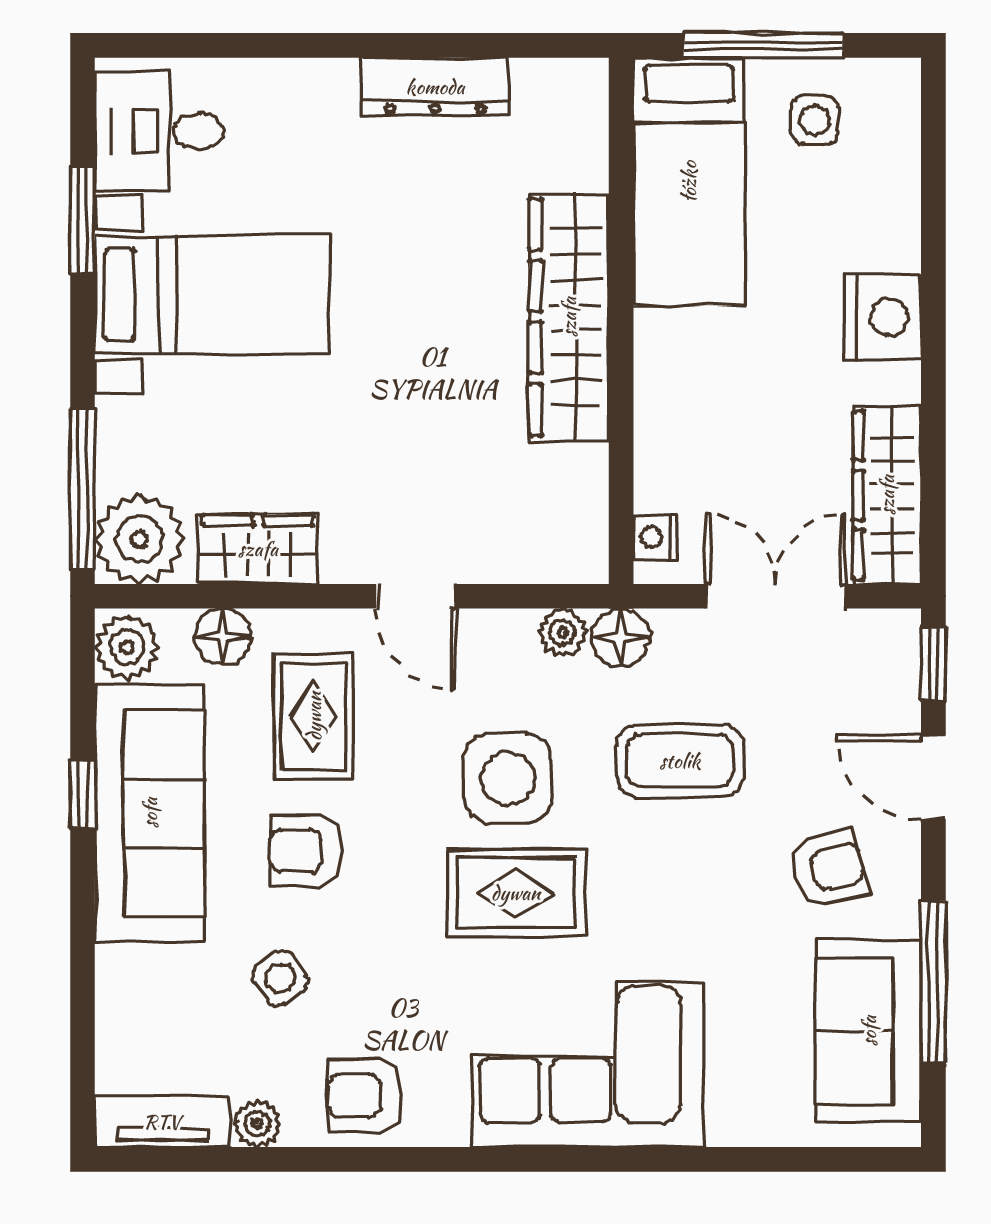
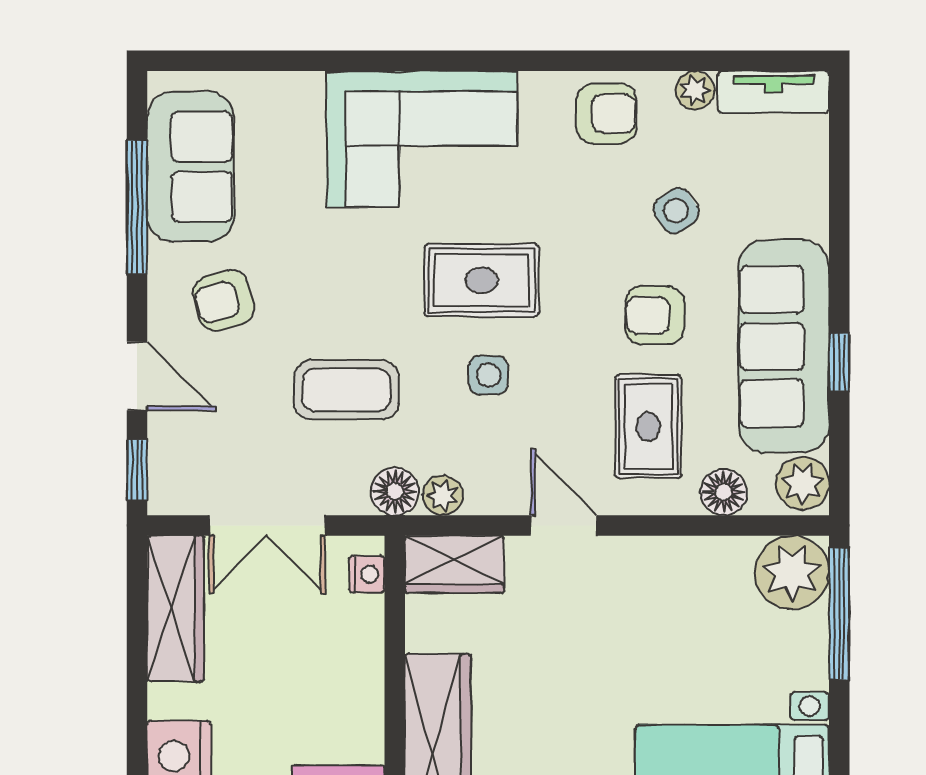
wardrobe: (258, 549) -> (454, 564), moved
side table: (508, 778) -> (488, 375), width x0.54, depth x0.54
armchair: (306, 851) -> (655, 315), turned 180

